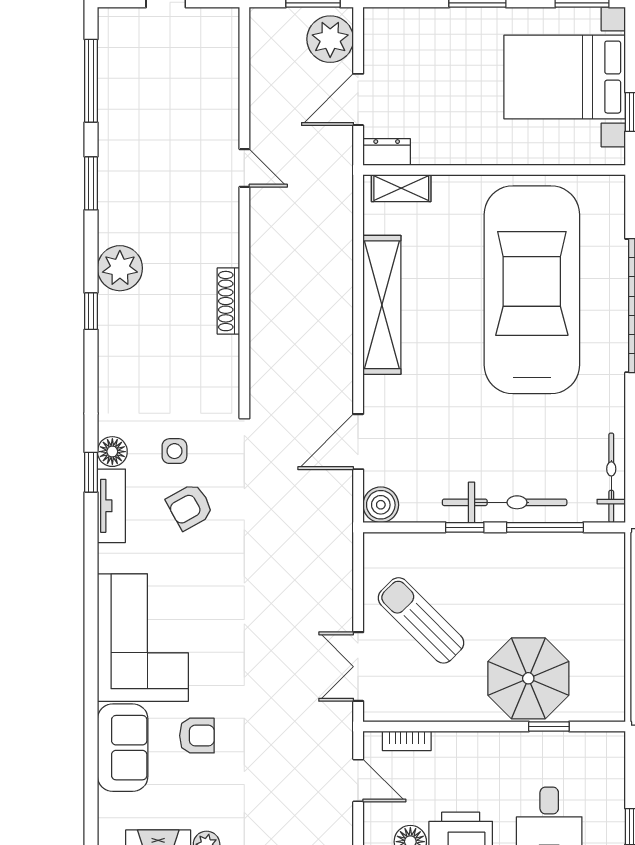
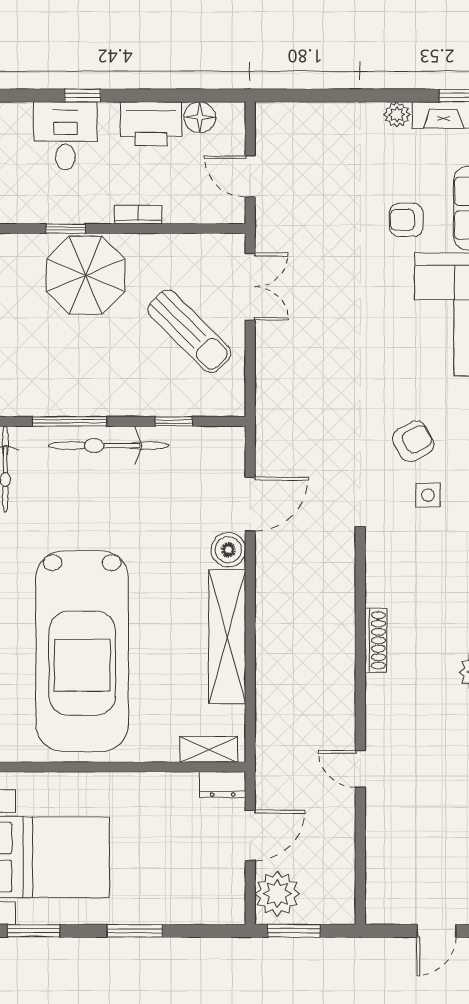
boiler: (381, 505) -> (228, 550), moved
window: (465, 527) -> (174, 421), moved
bookcase: (407, 741) -> (138, 215), moved

